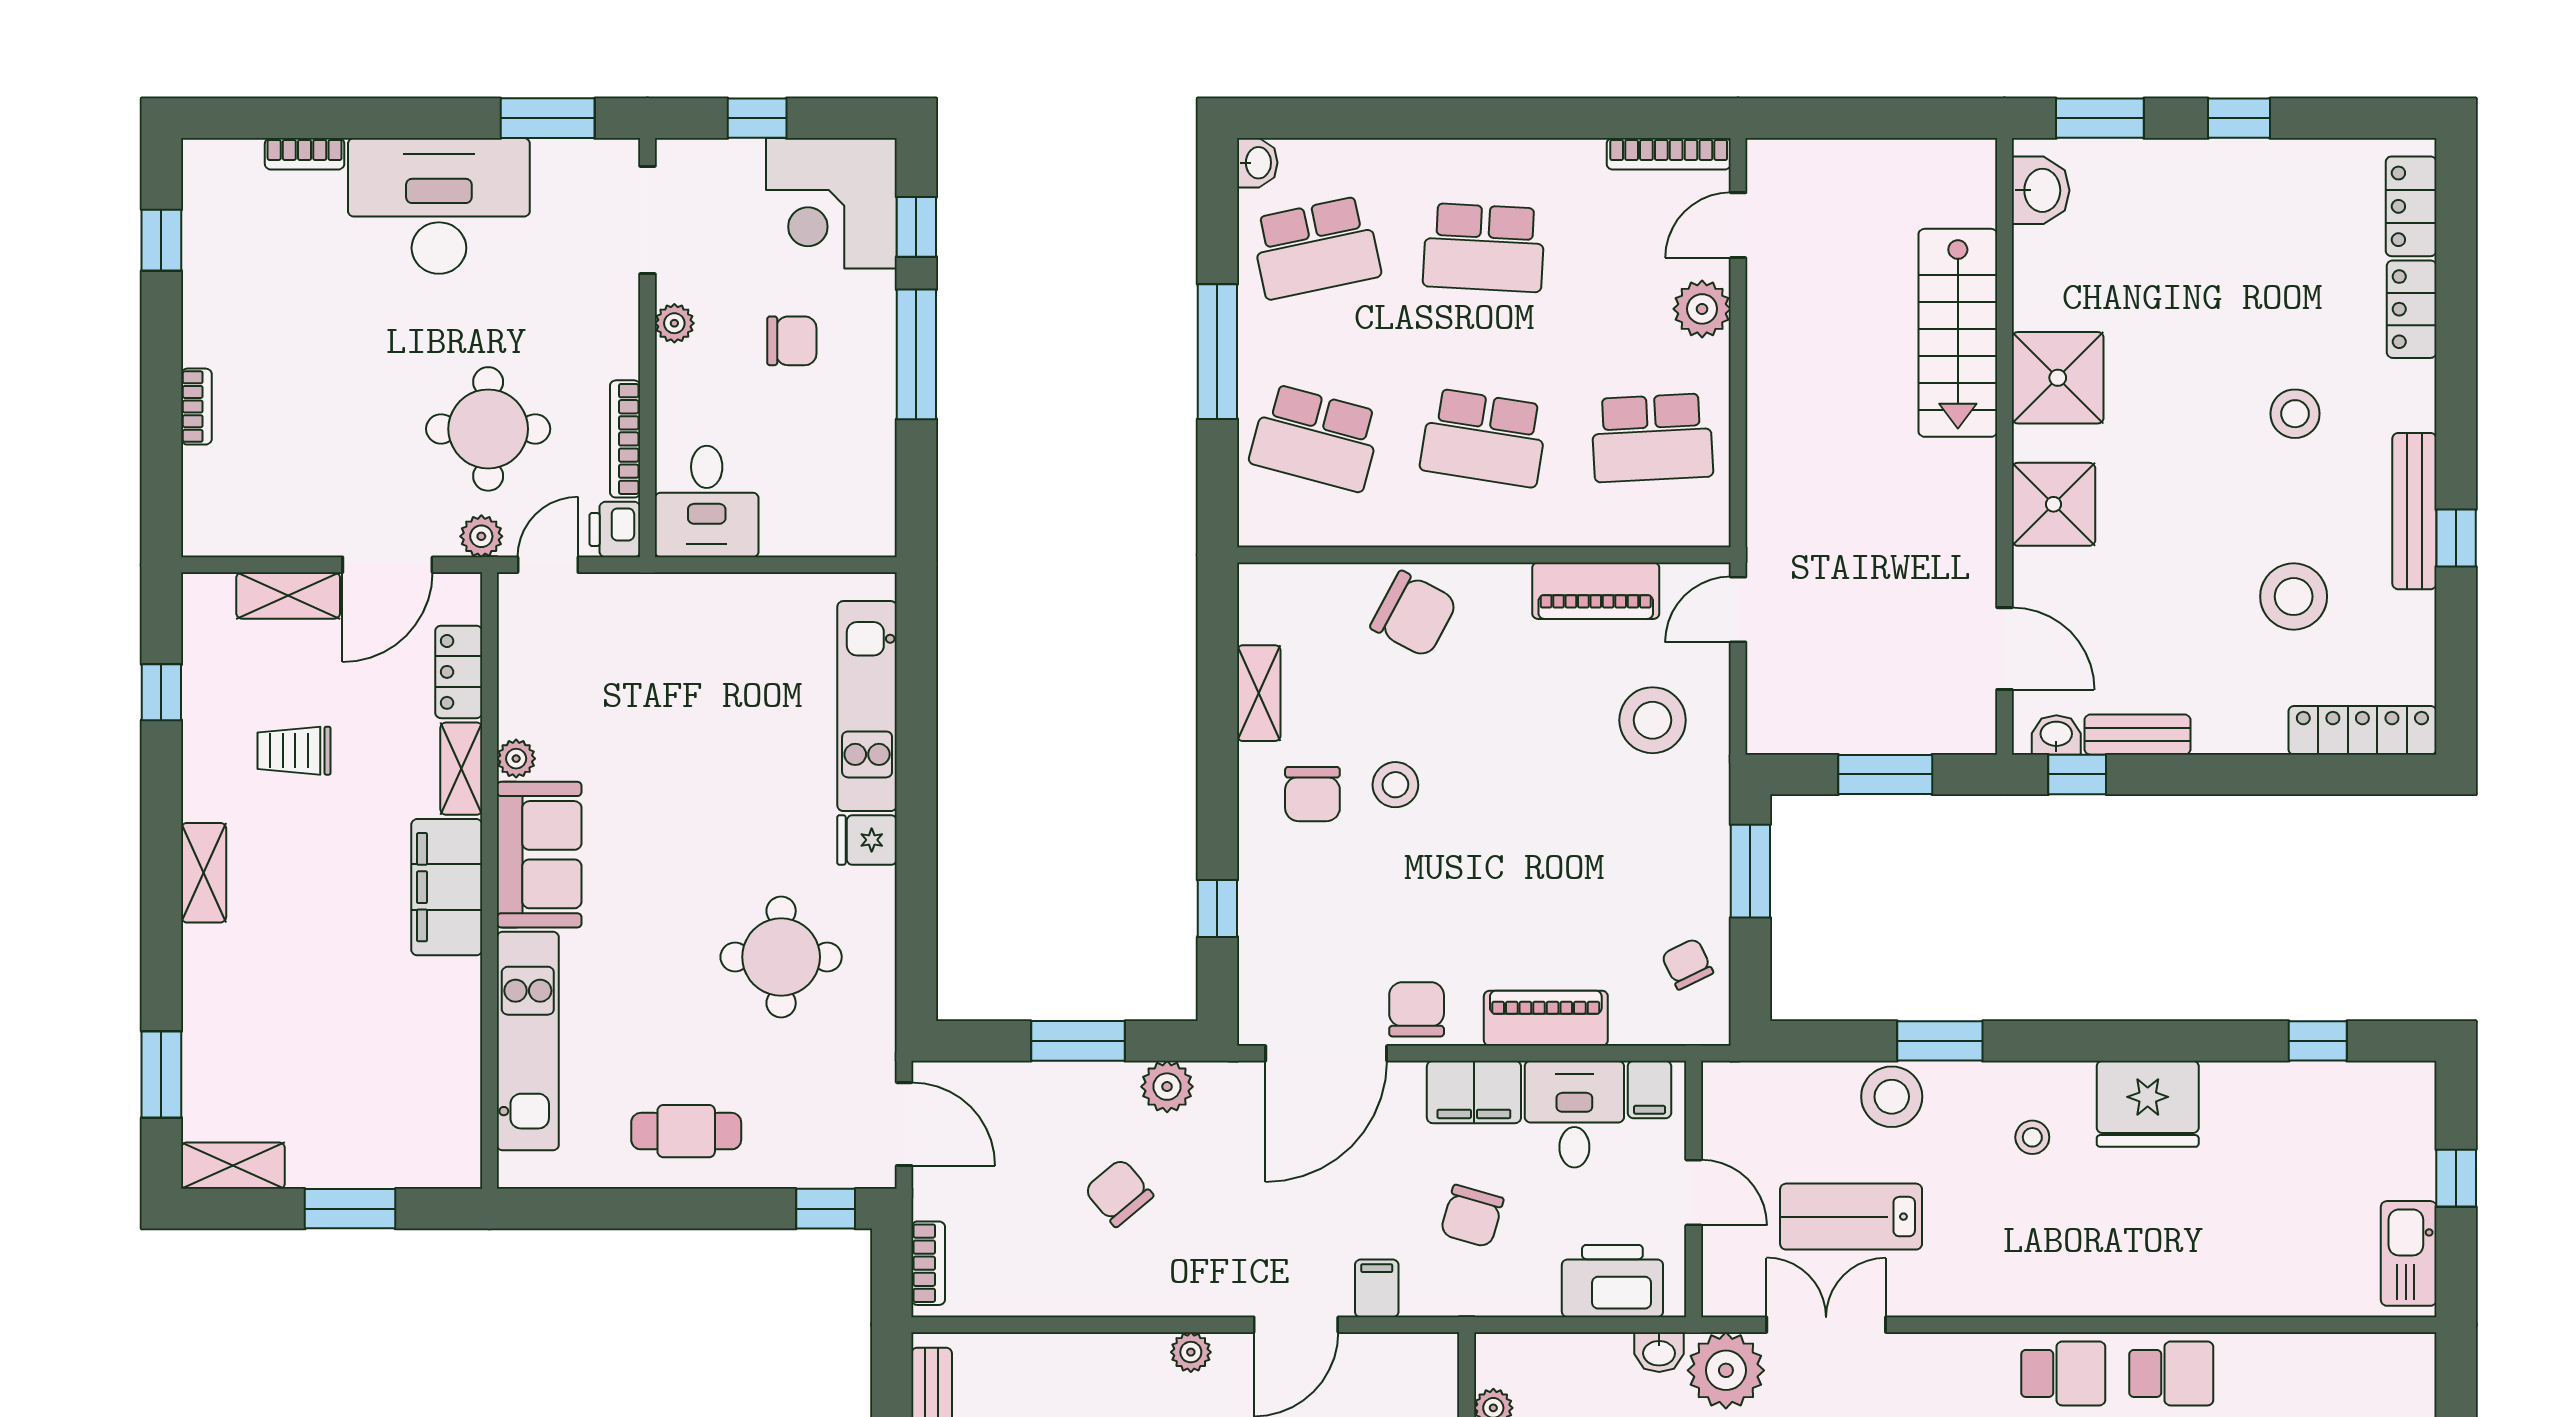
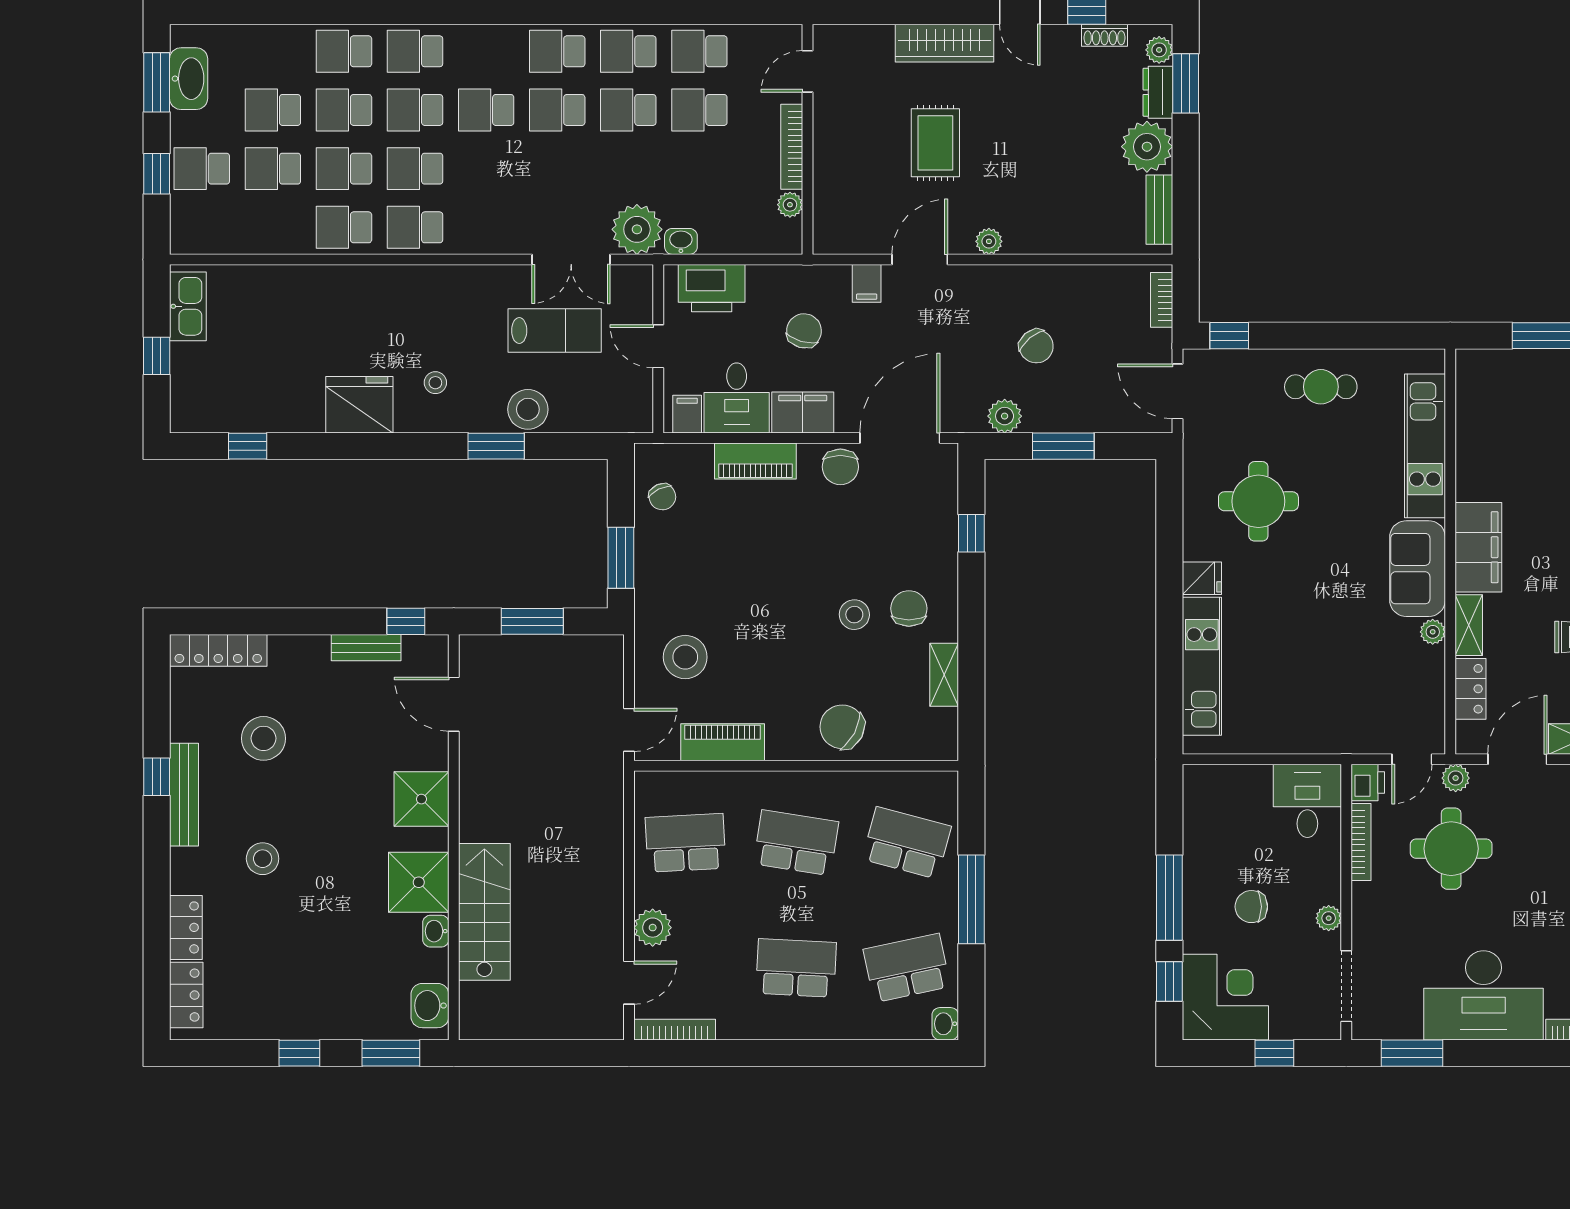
washbasin: (2056, 735) -> (436, 931), moved, turned 90

